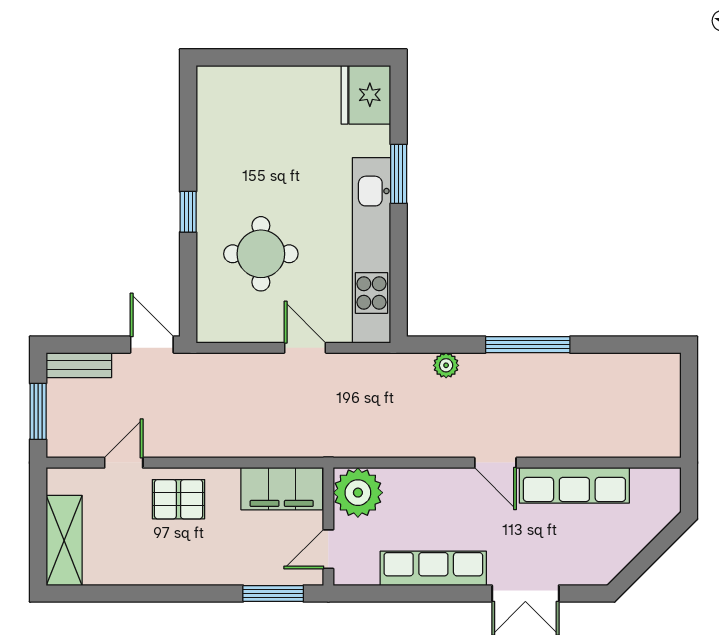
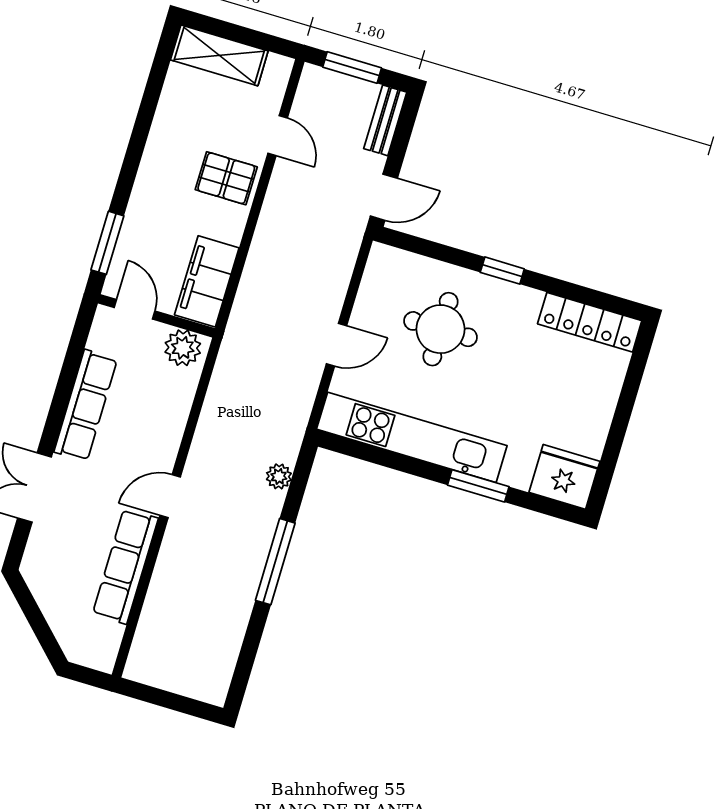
locker: (212, 114) -> (590, 322), added
plant: (358, 493) -> (183, 348), width x0.73, depth x0.73
pallet: (178, 499) -> (226, 178), turned 90

